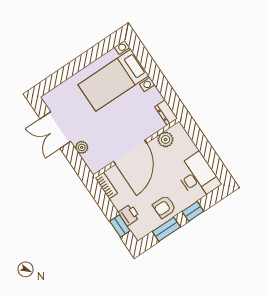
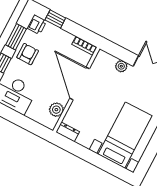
printer: (129, 215) -> (37, 24), moved, turned -90

